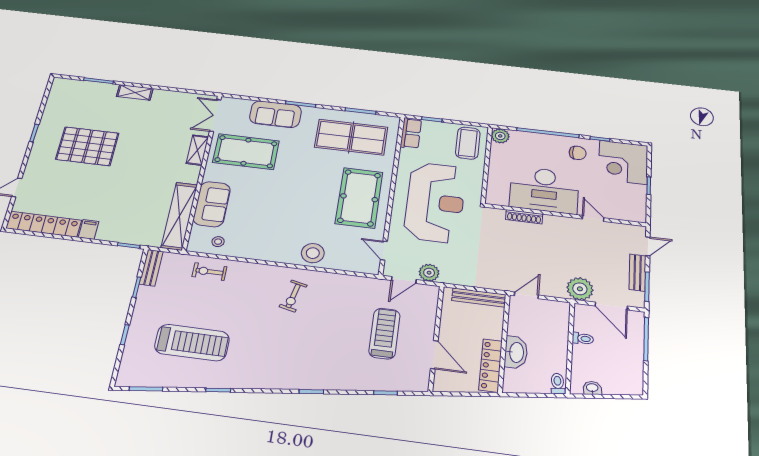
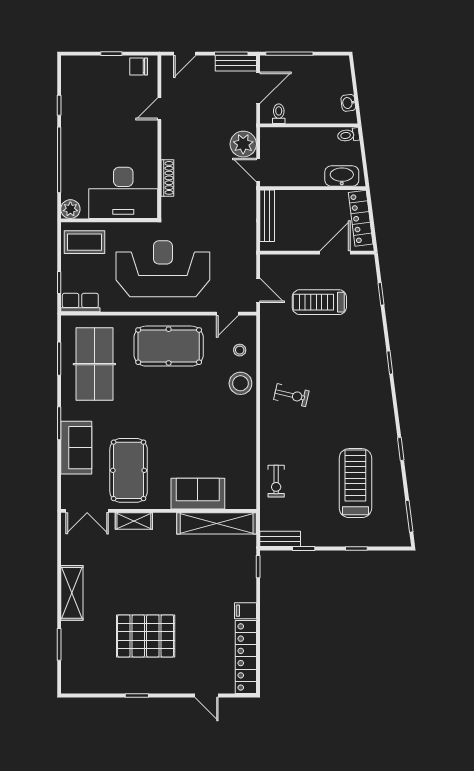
shelving: (135, 92) -> (72, 593), width x1.50, depth x1.33
pallet: (87, 146) -> (146, 636), turned 90
chair: (578, 153) -> (139, 66), moved, turned -90
corner desk: (623, 162) -> (86, 80), removed
desk: (544, 190) -> (123, 193), moved, turned 90
stool: (218, 242) -> (240, 350), moved
door: (648, 246) -> (185, 54), swing flipped
plant: (429, 273) -> (246, 267), removed
bench: (637, 273) -> (236, 63), moved
plant: (580, 289) -> (243, 144), moved
toilet: (583, 339) -> (279, 114), moved
washbasin: (516, 352) -> (342, 176), moved
locker: (491, 365) -> (361, 218), moved, turned 83

